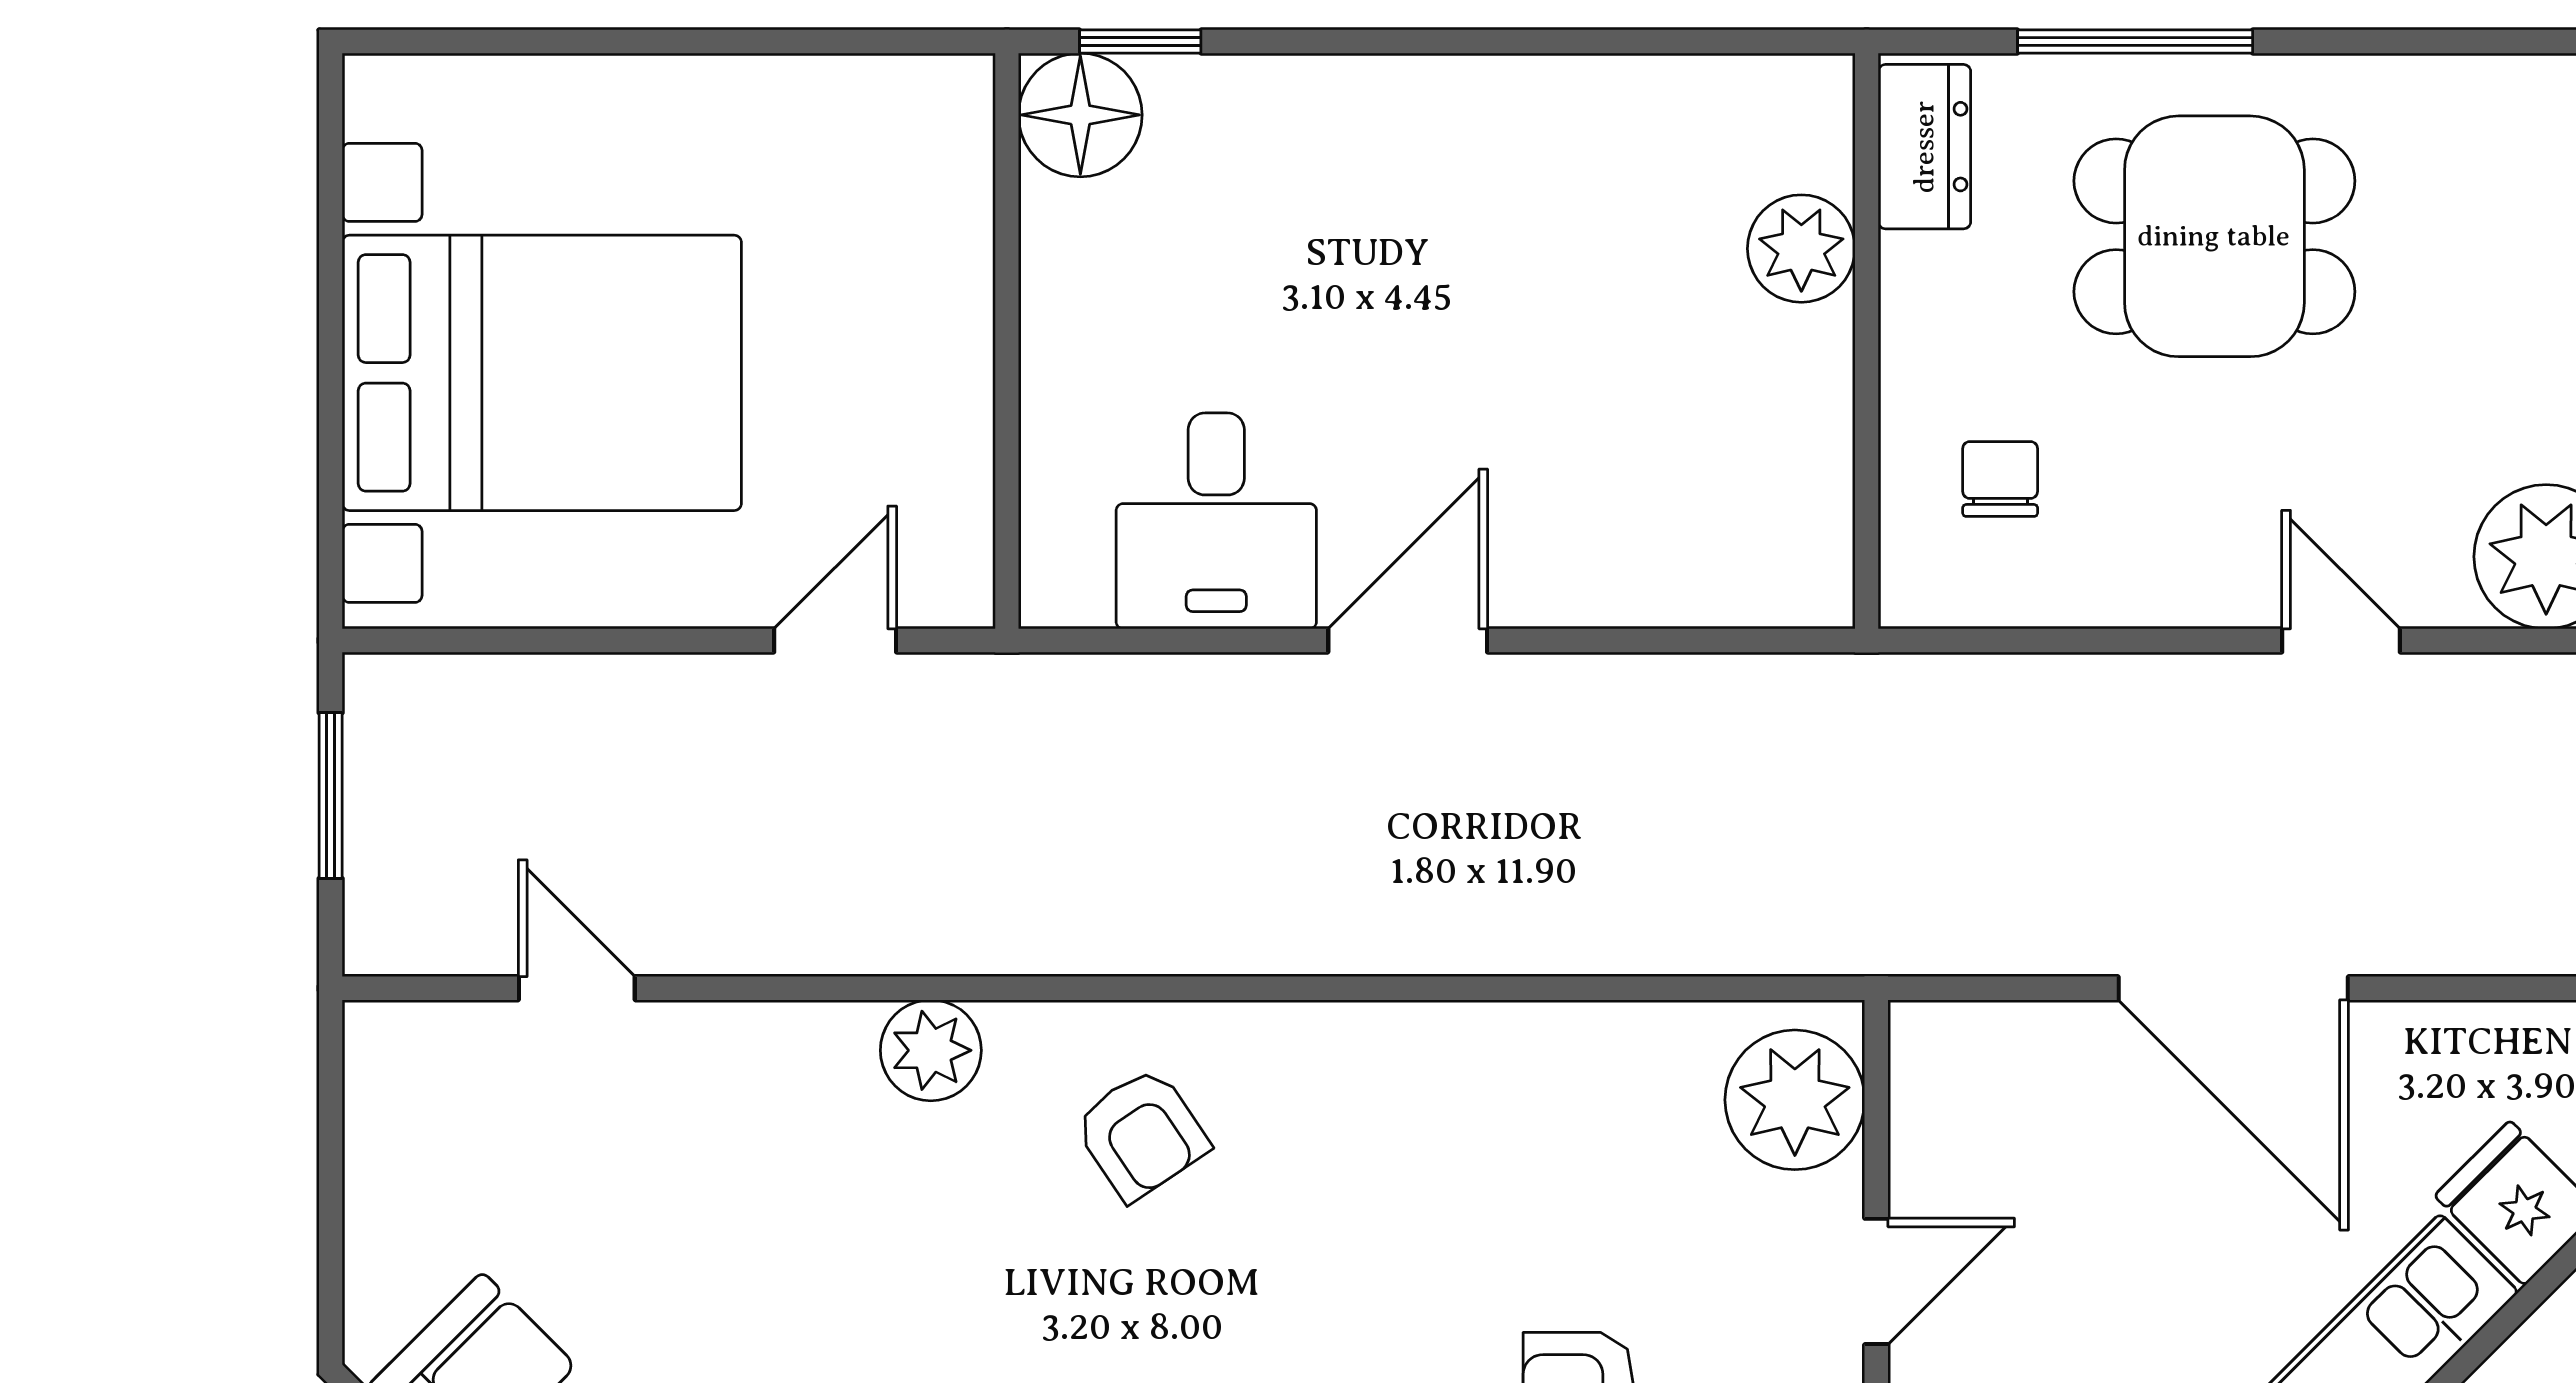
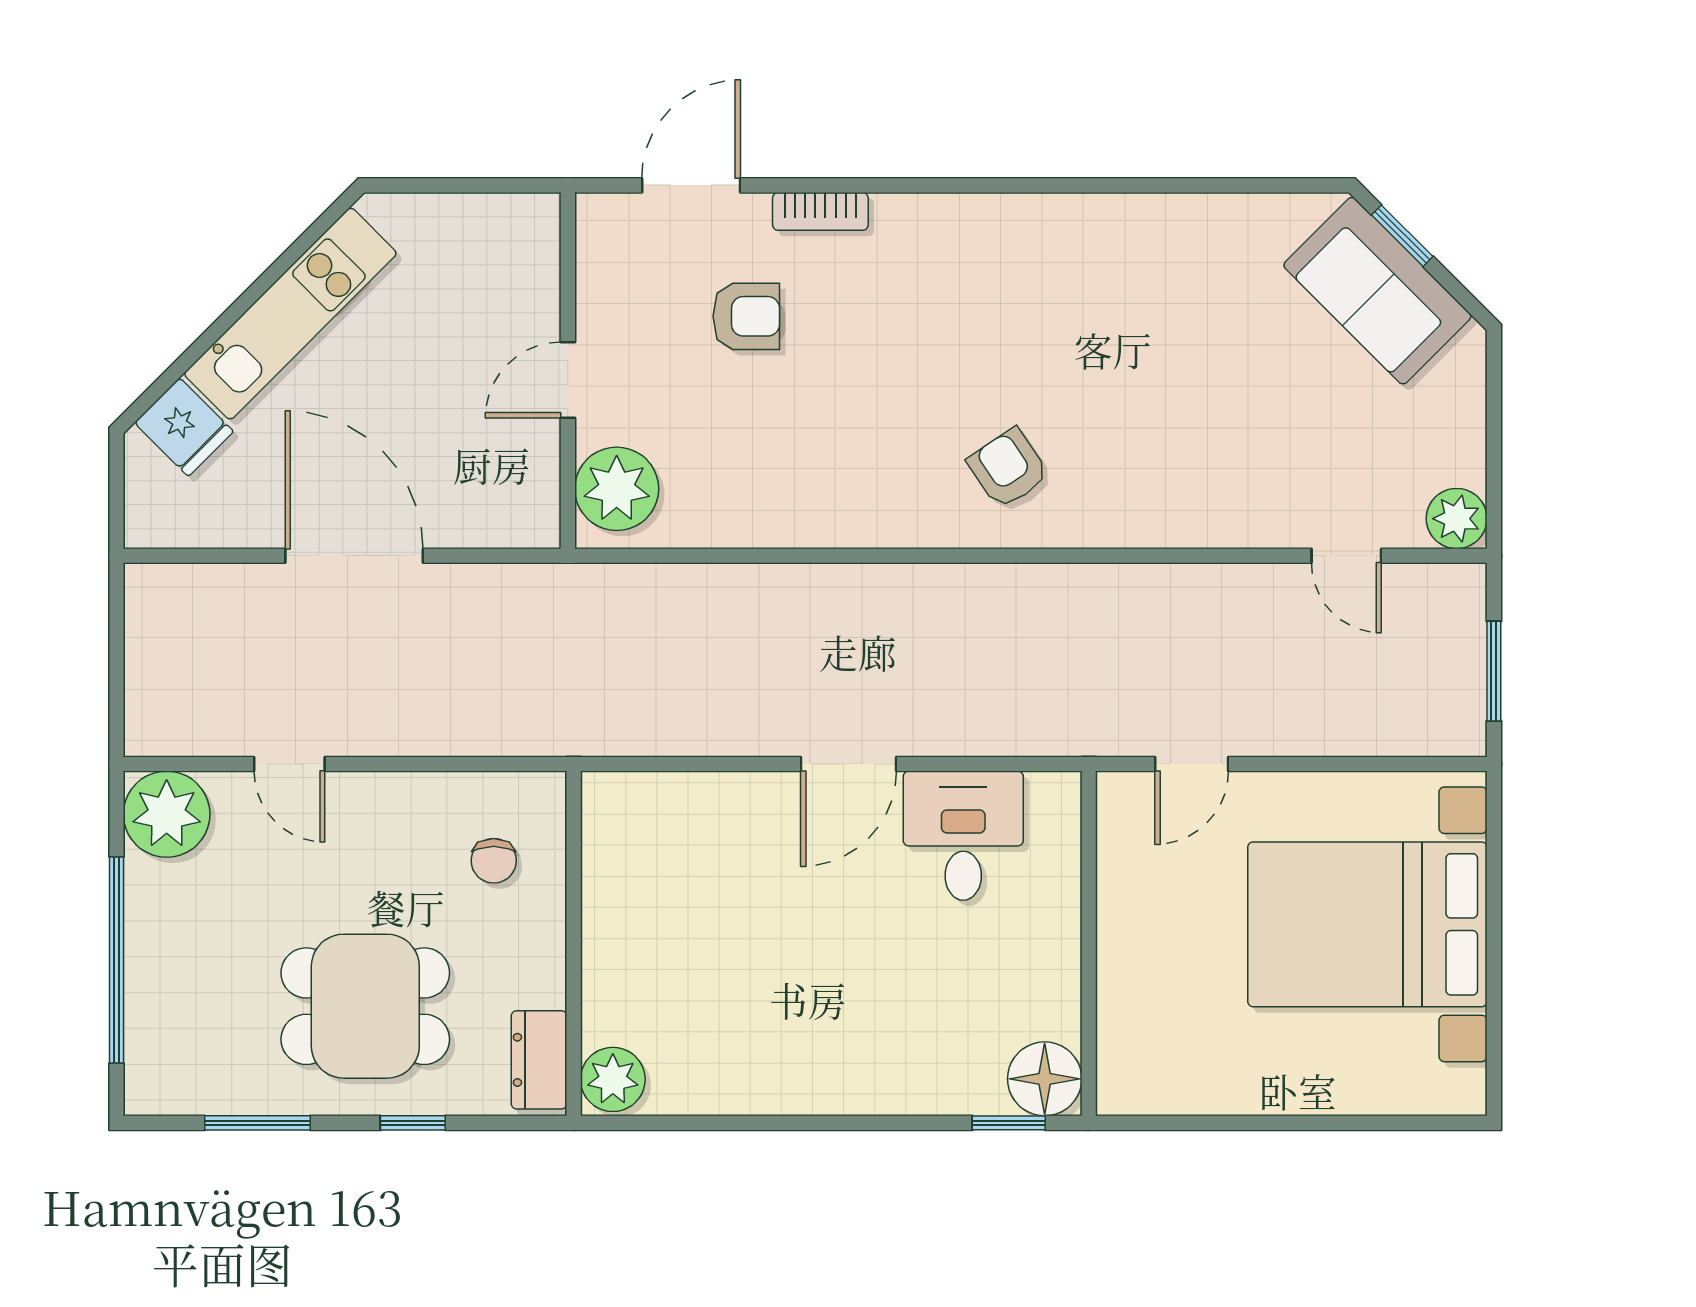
window: (2135, 41) -> (413, 1123), width x0.46
window: (2394, 41) -> (257, 1123), added
plant: (1801, 249) -> (613, 1079), moved
plant: (931, 1050) -> (1457, 519), moved

